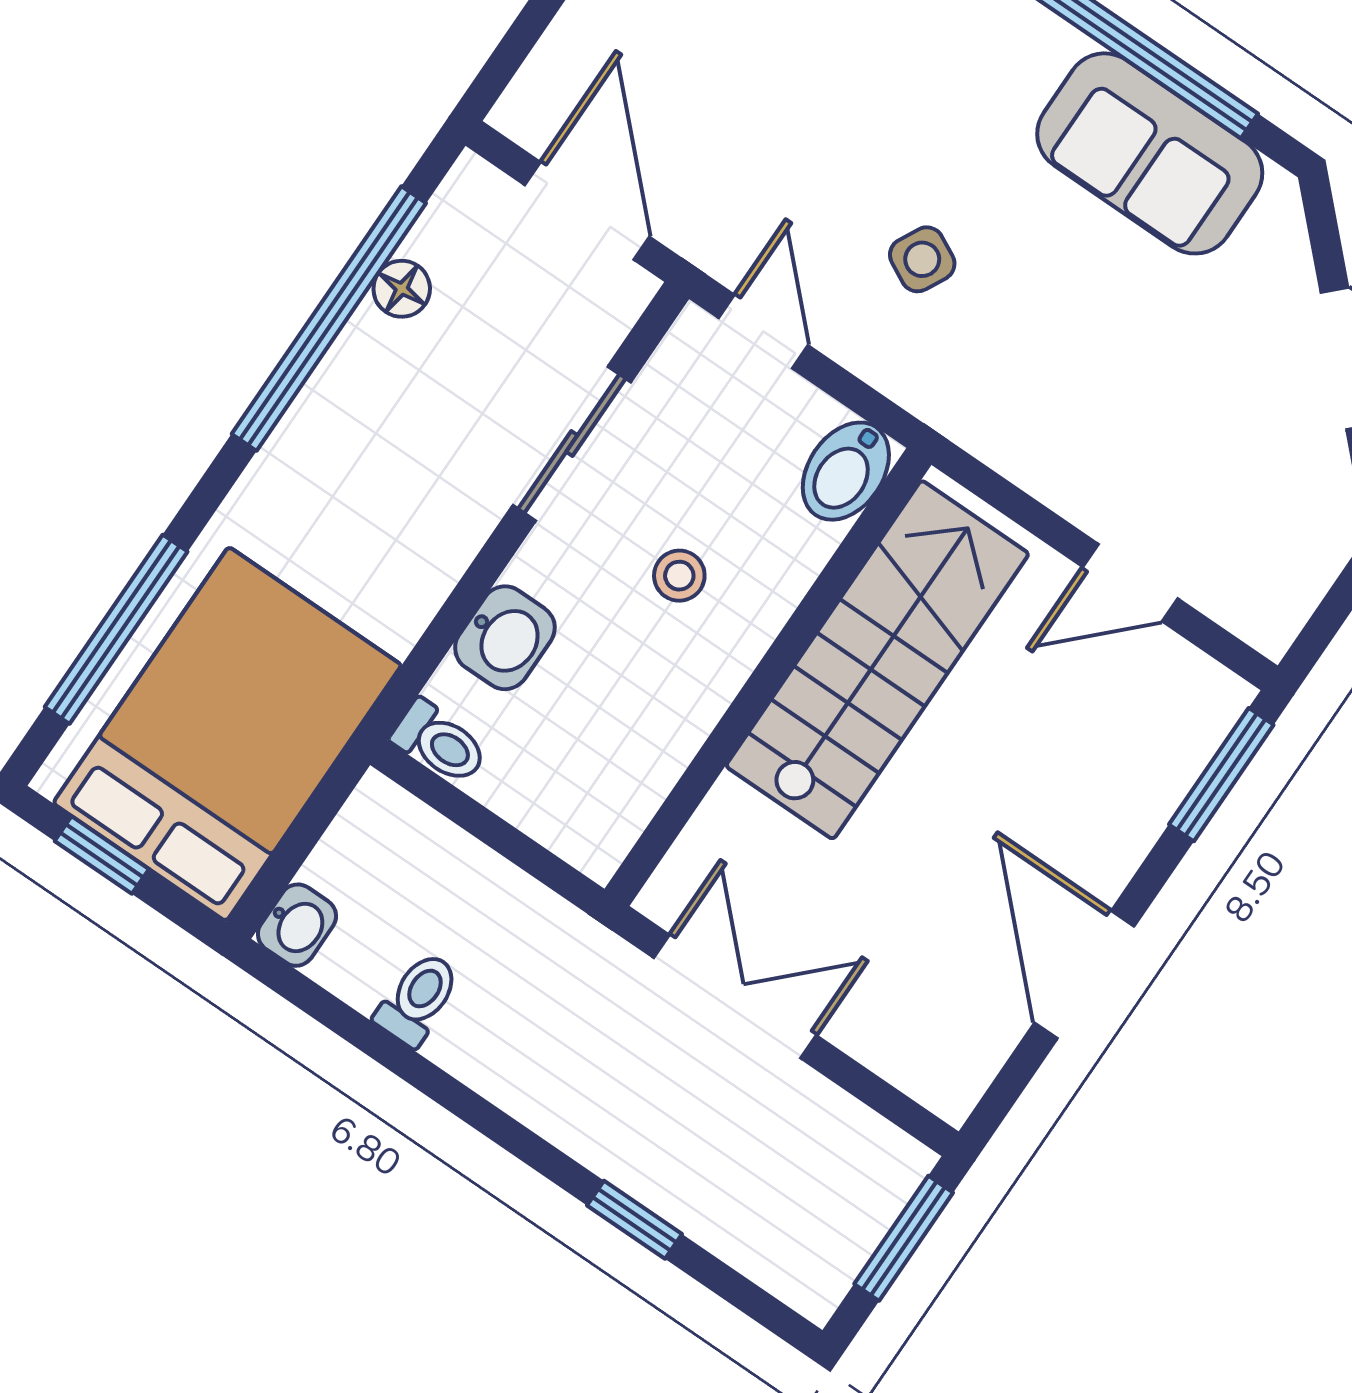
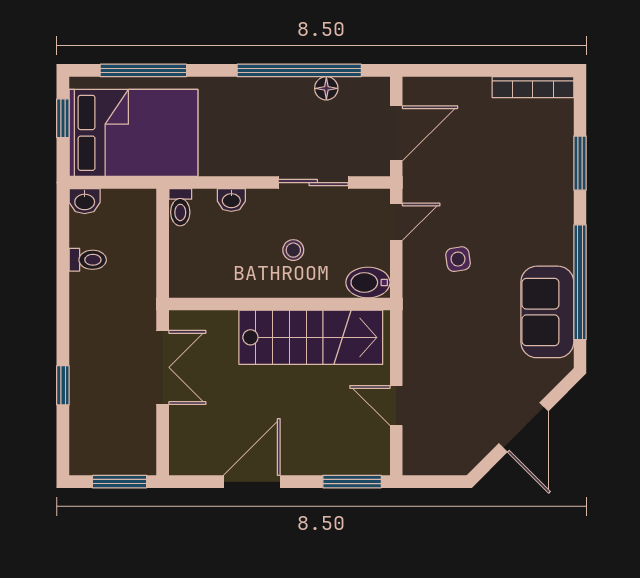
side table: (922, 259) -> (458, 259), turned -36
washbasin: (505, 638) -> (231, 200), width x0.72, depth x0.69

